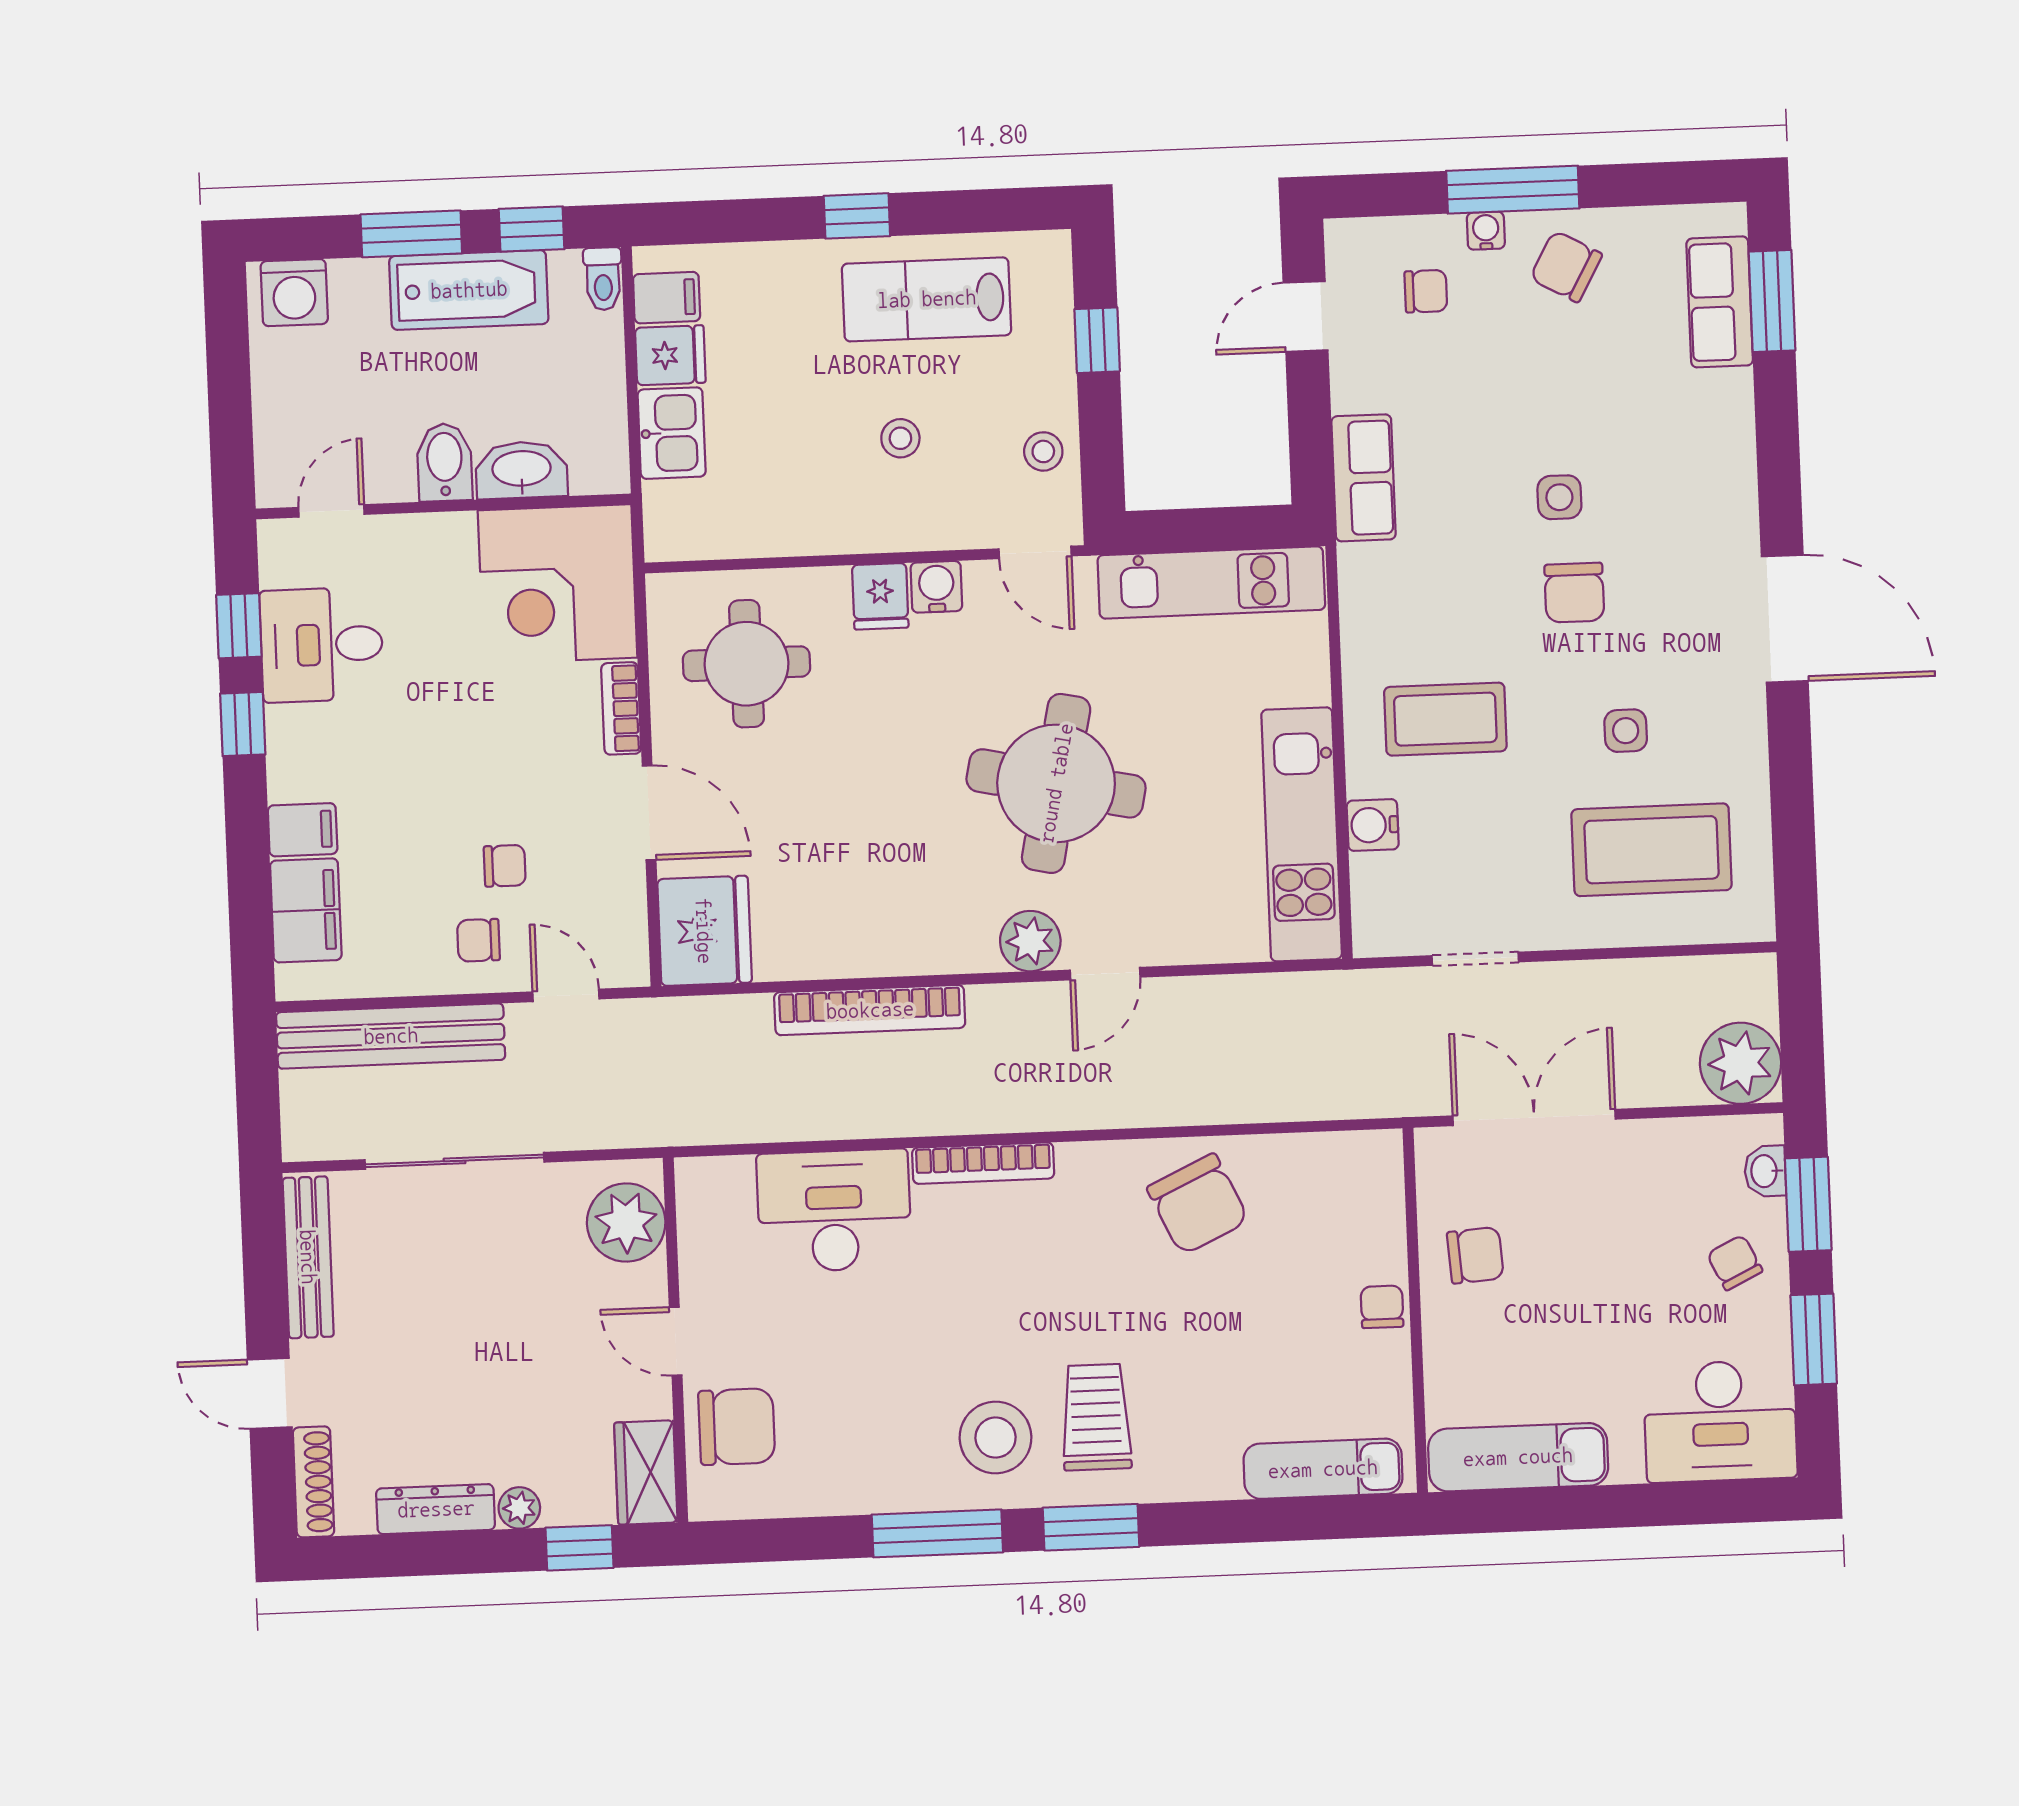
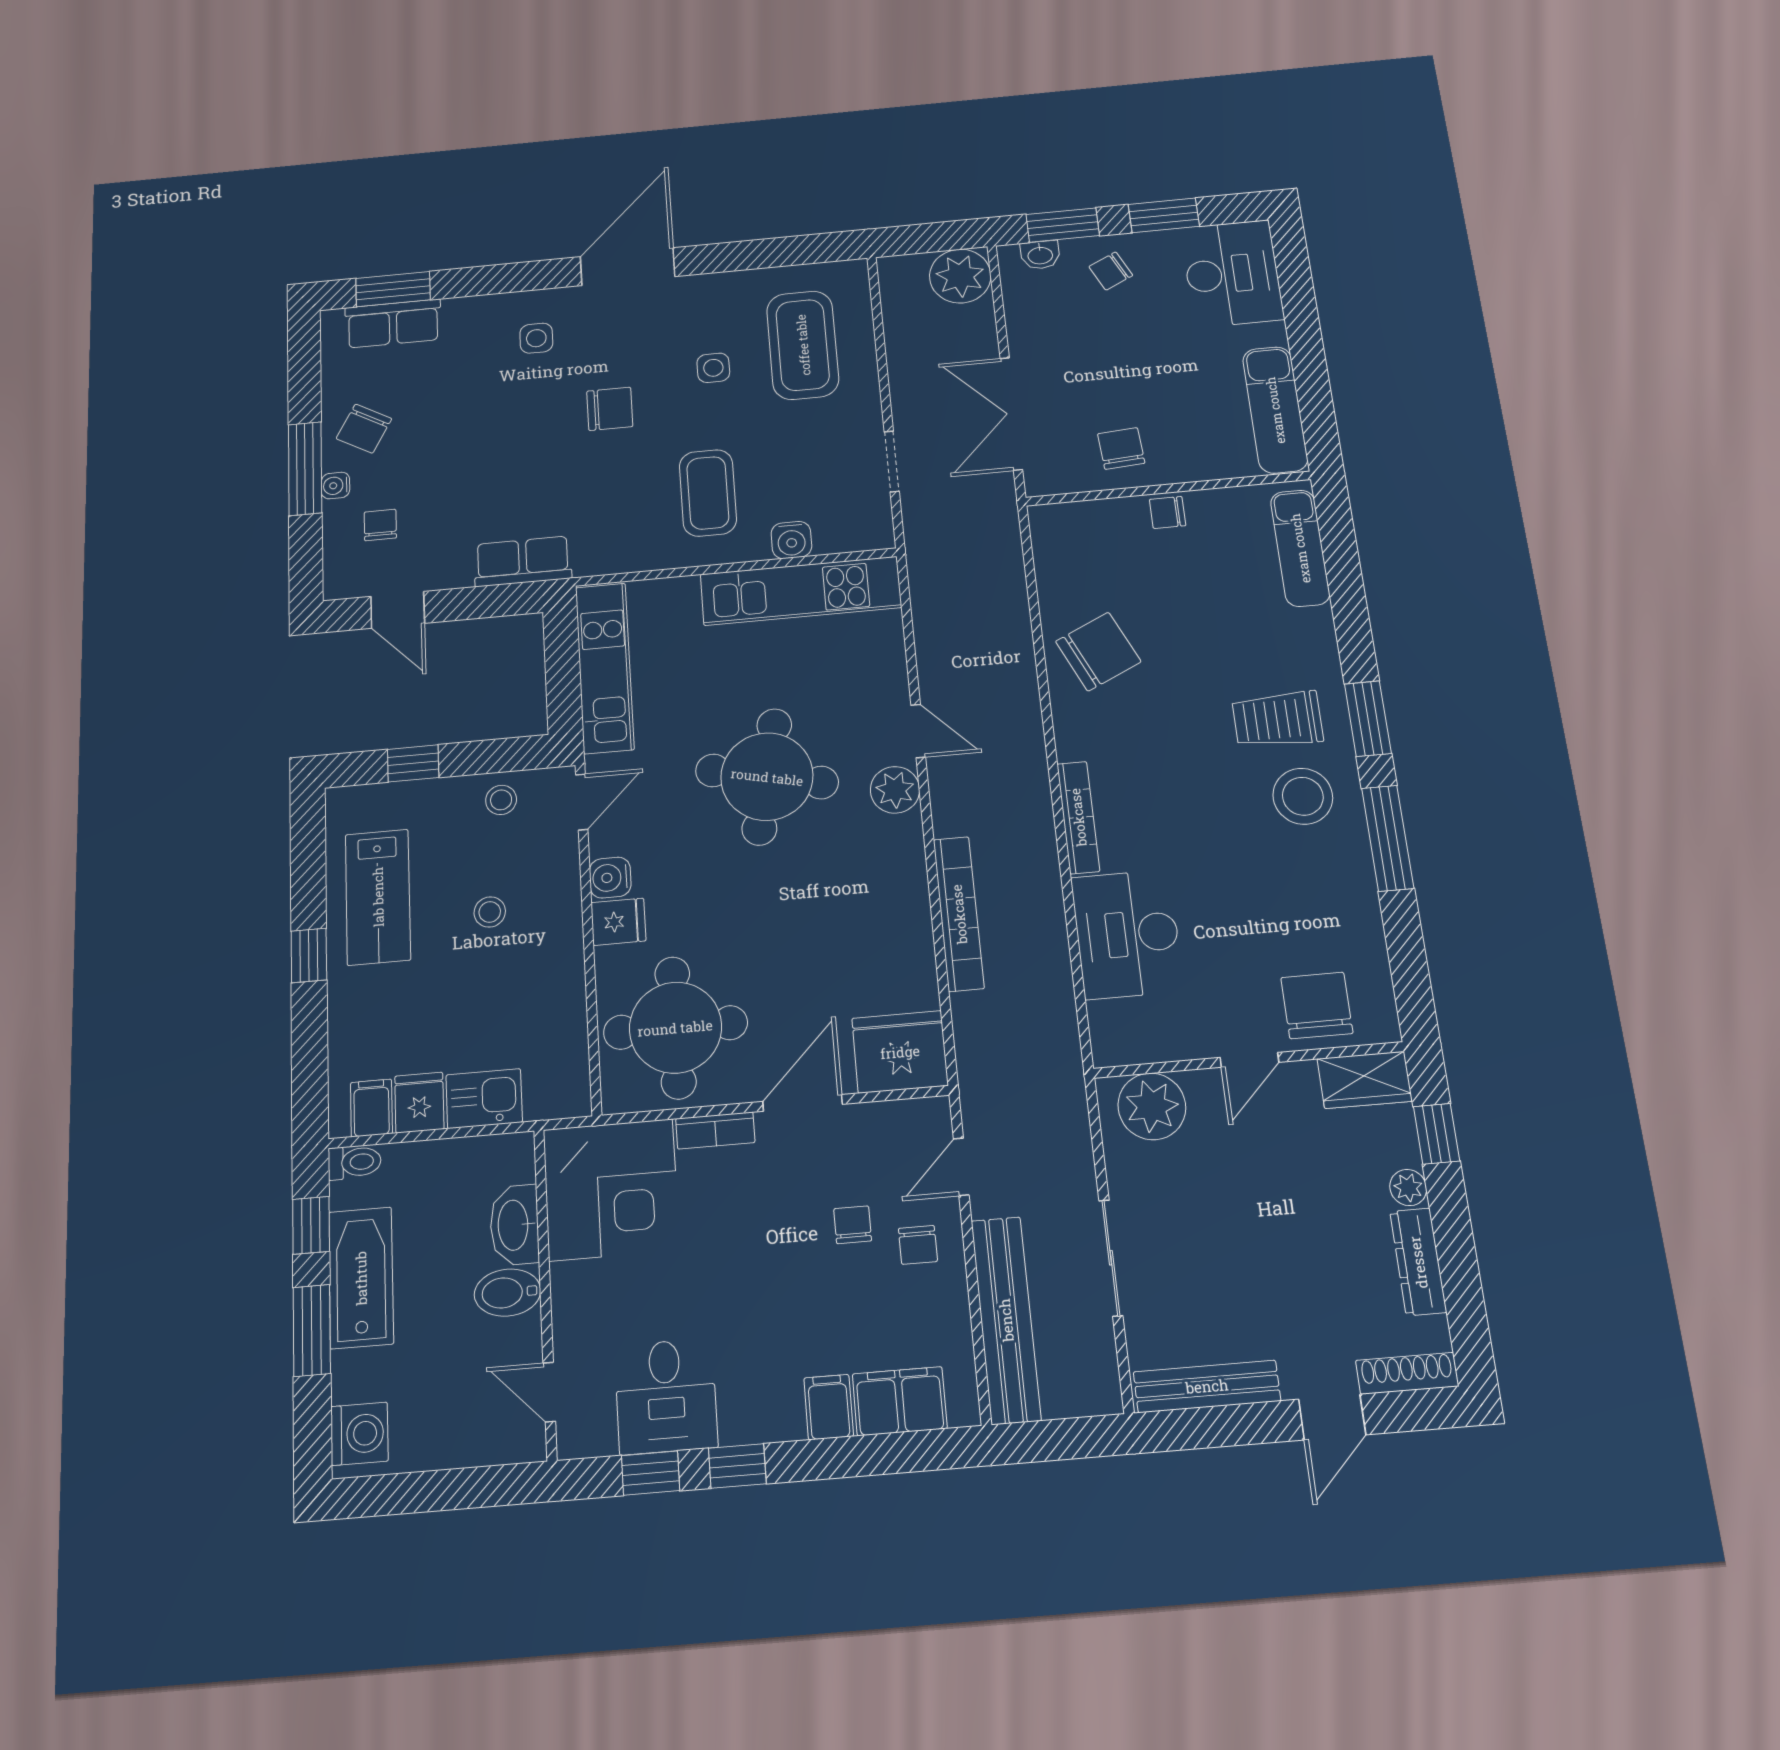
side table: (1559, 497) -> (536, 338), moved
round table: (746, 664) -> (675, 1028), width x1.36, depth x1.36
sliding door: (455, 1161) -> (1111, 1258), width x0.73

